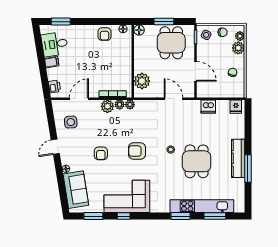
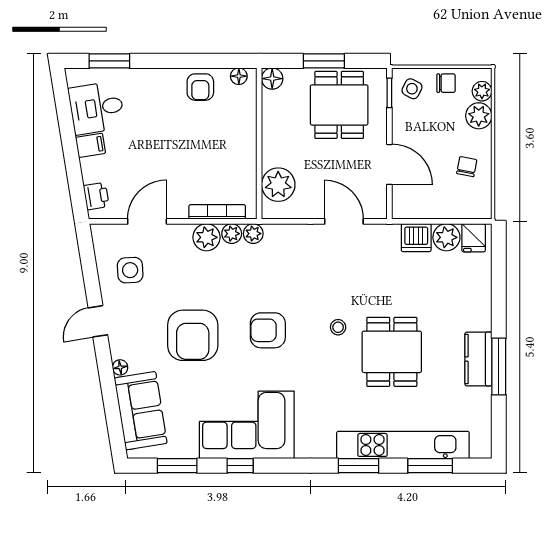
plant: (223, 106) -> (446, 237), added
armchair: (101, 153) -> (193, 335), width x1.88, depth x1.88
kitchen counter: (238, 158) -> (478, 359), width x0.67

